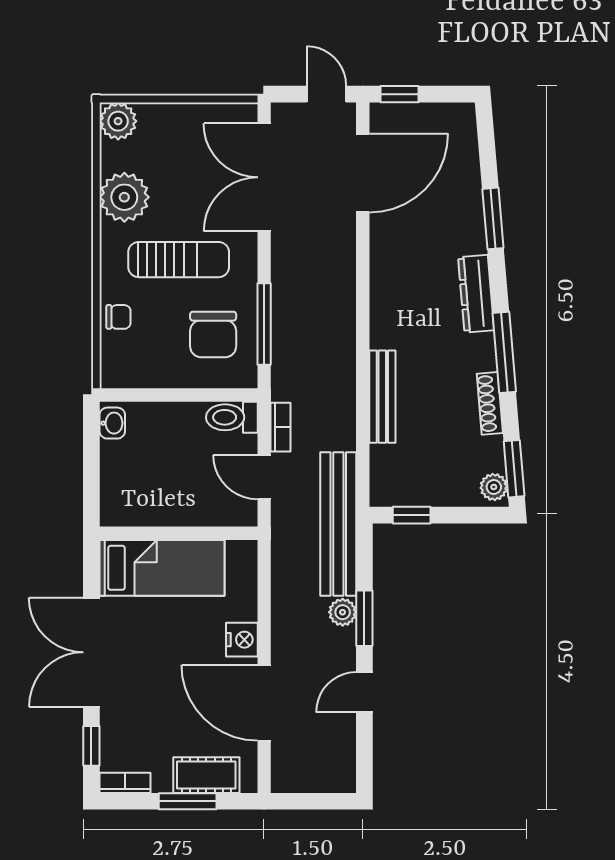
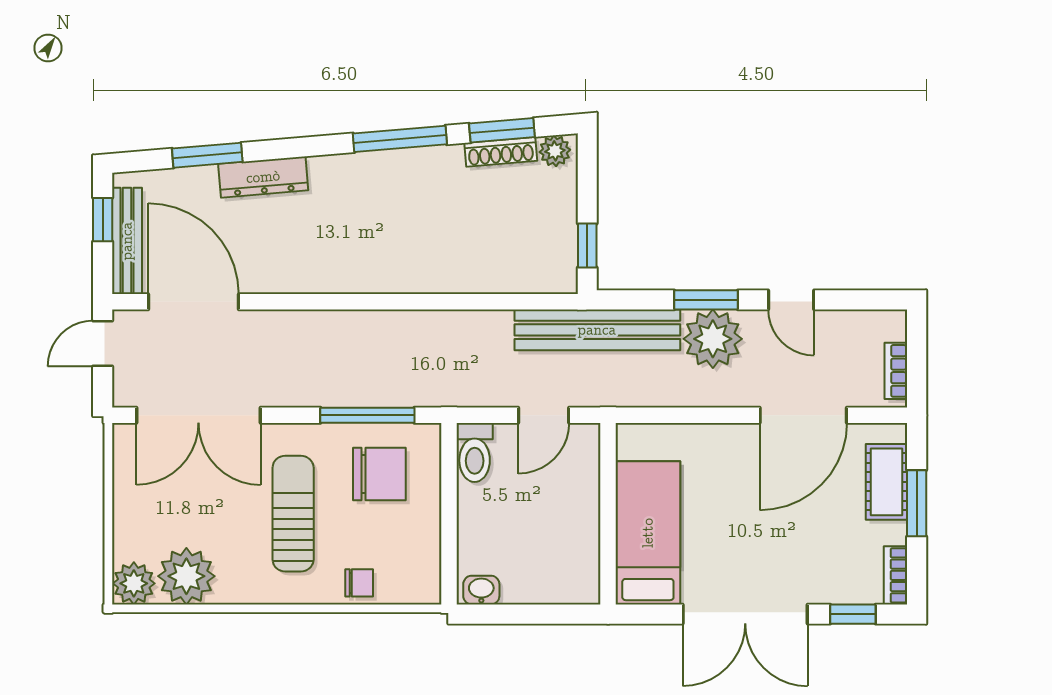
window: (400, 94) -> (103, 220), moved
plant: (124, 197) -> (186, 576), moved
window: (493, 218) -> (207, 155), moved
dresser: (476, 294) -> (263, 177), moved
chair: (118, 317) -> (359, 583), turned 90
bench: (382, 397) -> (127, 241), moved, turned 90
shoe rack: (490, 403) -> (501, 152), moved
bookcase: (280, 427) -> (896, 371), moved, turned -90
window: (514, 469) -> (502, 130), moved
plant: (343, 612) -> (713, 339), width x1.88, depth x1.88
nightstand: (242, 640) -> (731, 441), removed

